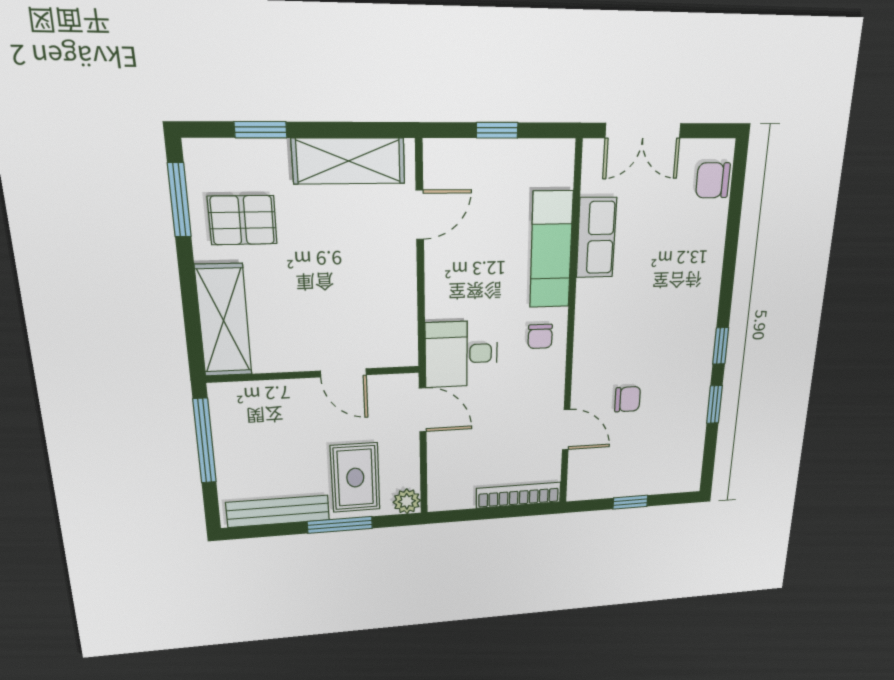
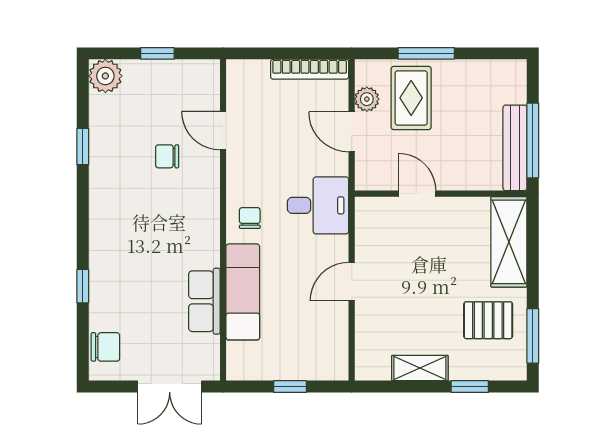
double door: (643, 131) -> (170, 387), swing flipped
shelving: (349, 161) -> (420, 368), width x0.67, depth x0.75
door: (420, 215) -> (352, 282), moved
window: (721, 346) -> (83, 286), moved
door: (423, 410) -> (352, 132), moved
plant: (685, 476) -> (105, 76), added
bookcase: (519, 495) -> (310, 69), moved
plant: (407, 501) -> (367, 99), moved
bench: (278, 511) -> (515, 148), moved, turned 90

